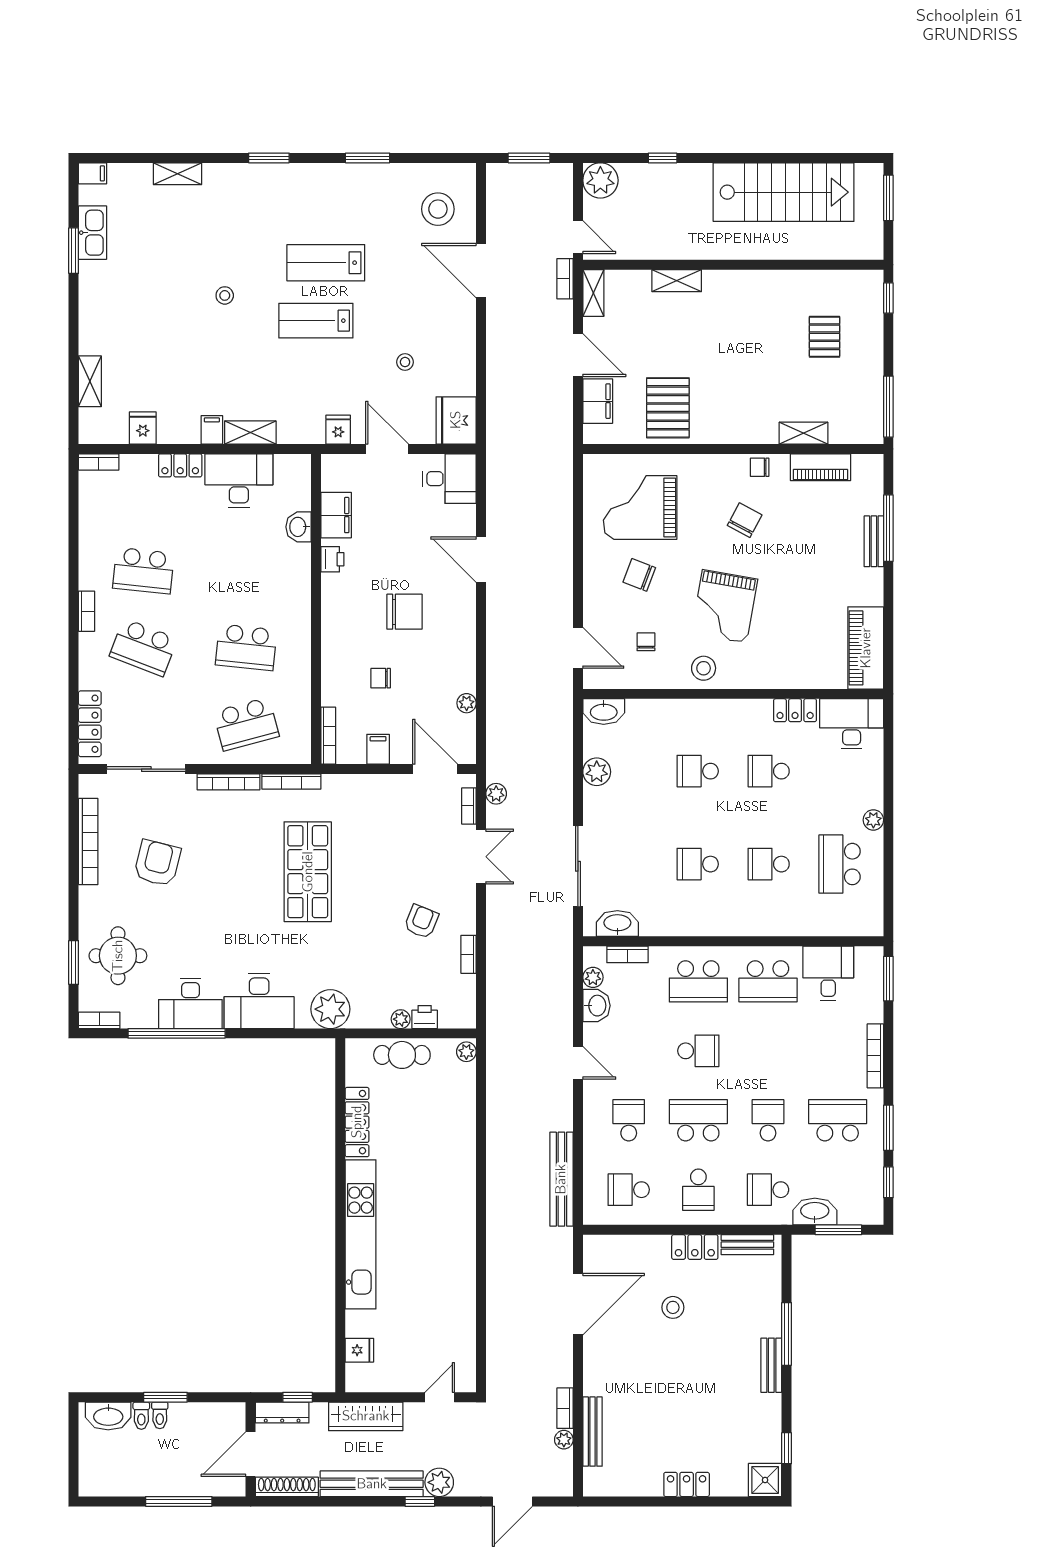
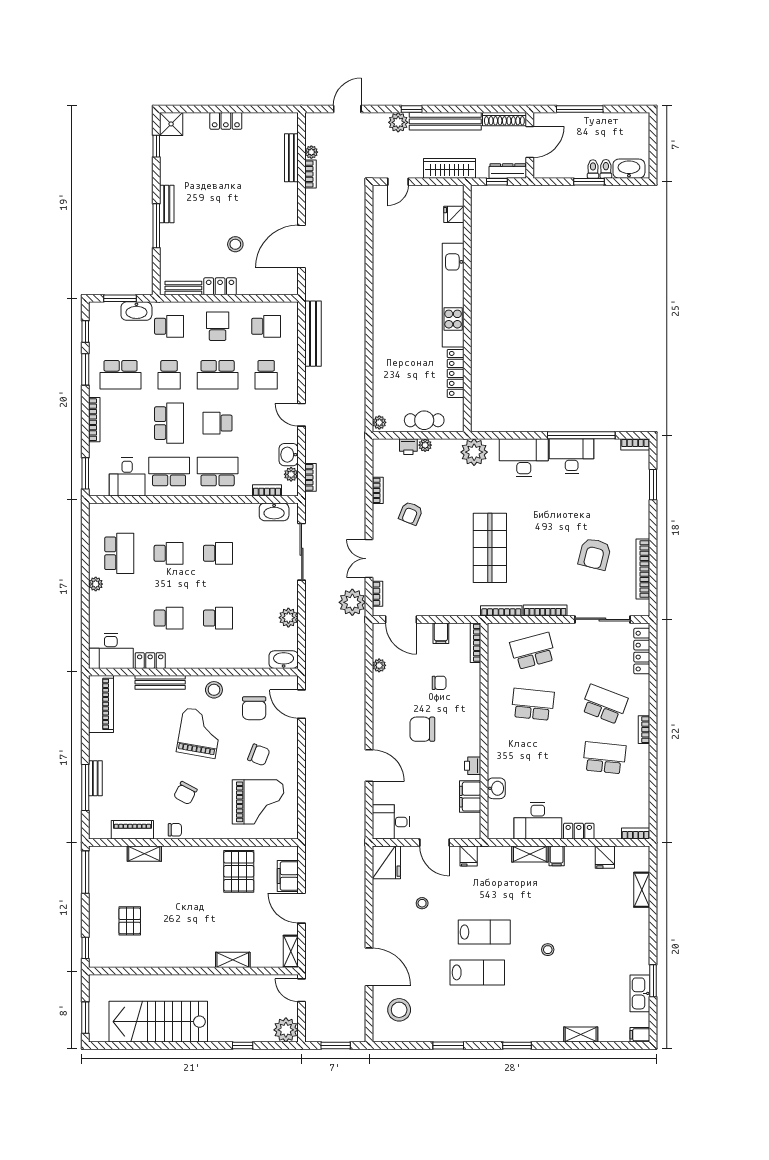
bookcase: (565, 279) -> (311, 477), moved
chair: (646, 642) -> (254, 708), width x1.87, depth x1.87
bench: (781, 679) -> (160, 682), added
plant: (496, 794) -> (352, 602), width x1.88, depth x1.88
round table: (118, 956) -> (622, 489), removed
school desk: (768, 1051) -> (169, 423), added

